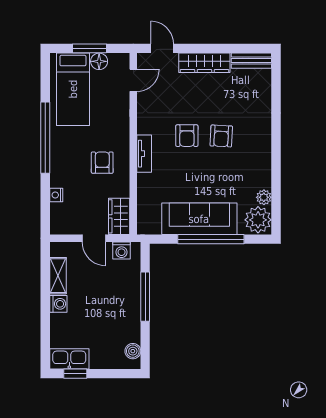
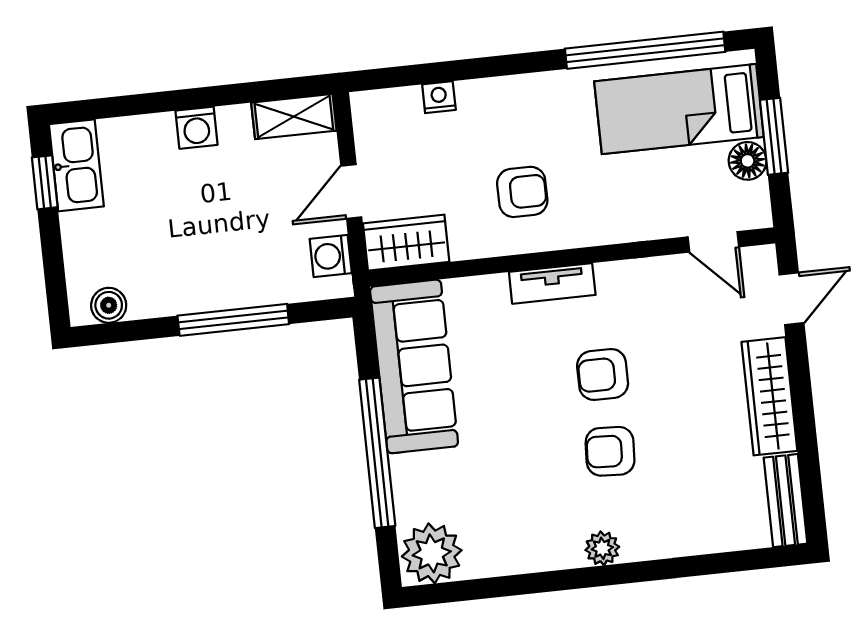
window: (45, 138) -> (645, 50), moved
plant: (264, 197) -> (602, 548), moved
sofa: (199, 219) -> (414, 366), moved
shelving: (58, 276) -> (294, 117), moved

